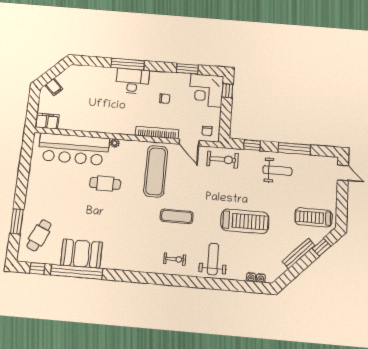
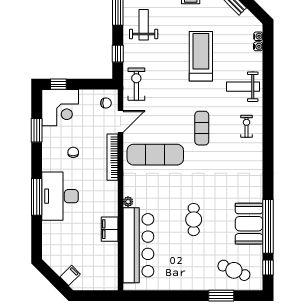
desk: (132, 81) -> (60, 196), width x1.36, depth x1.30
filing cabinet: (47, 121) -> (110, 229), moved
cafe table: (105, 183) -> (194, 220), moved

